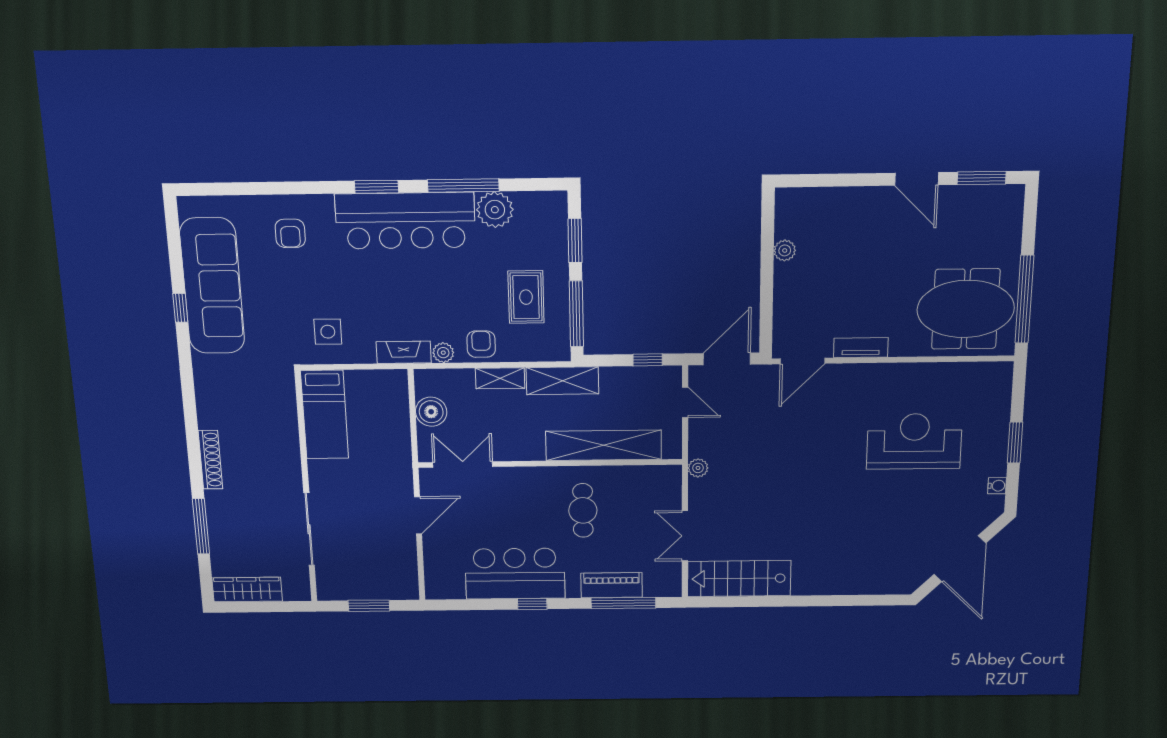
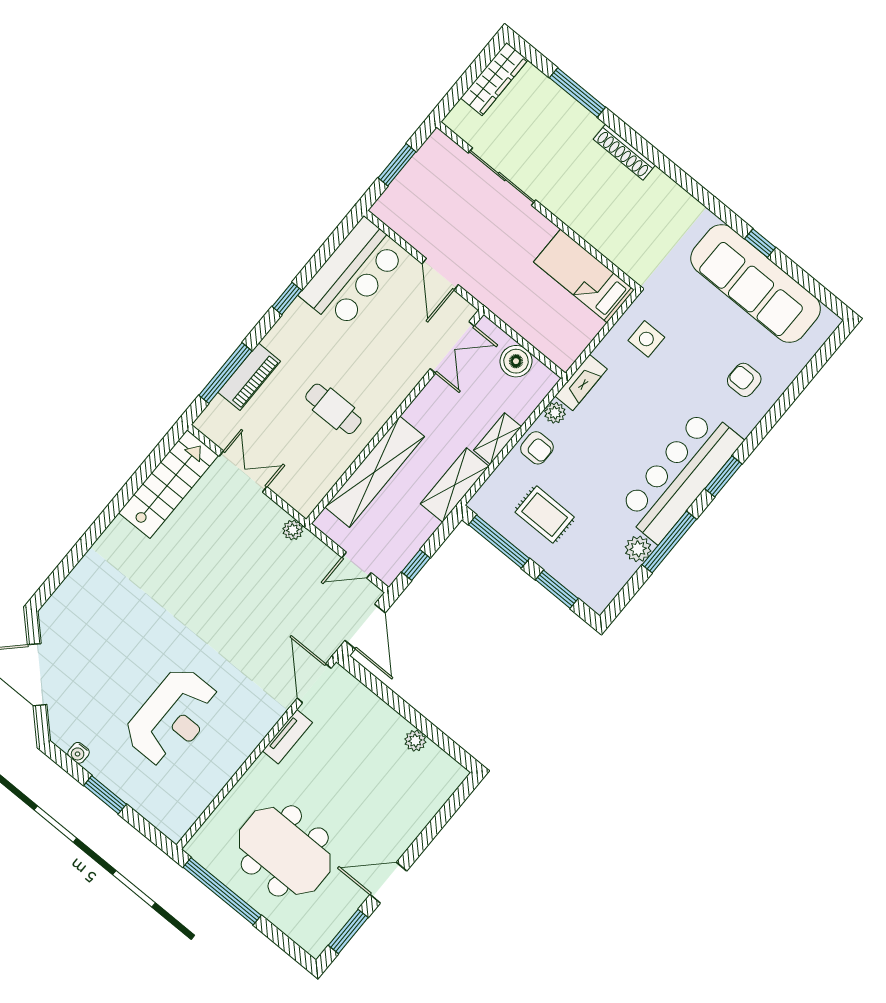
plant: (495, 210) -> (638, 549), width x0.73, depth x0.73
meeting table: (966, 309) -> (285, 851), moved, turned 90
bar counter: (515, 574) -> (353, 274), moved

